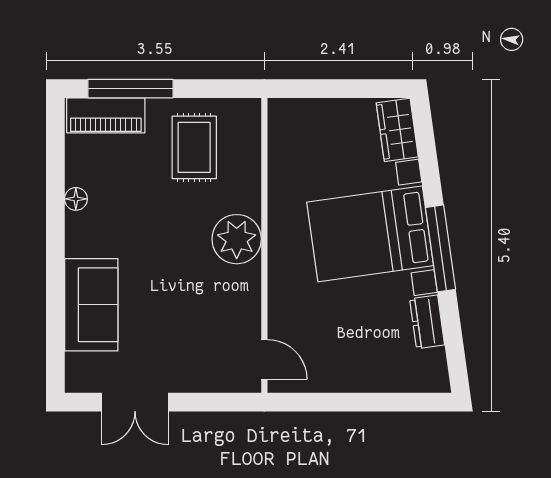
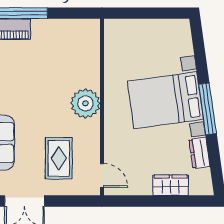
wardrobe: (397, 130) -> (171, 185), moved, turned 98
rug: (194, 147) -> (59, 158), moved

